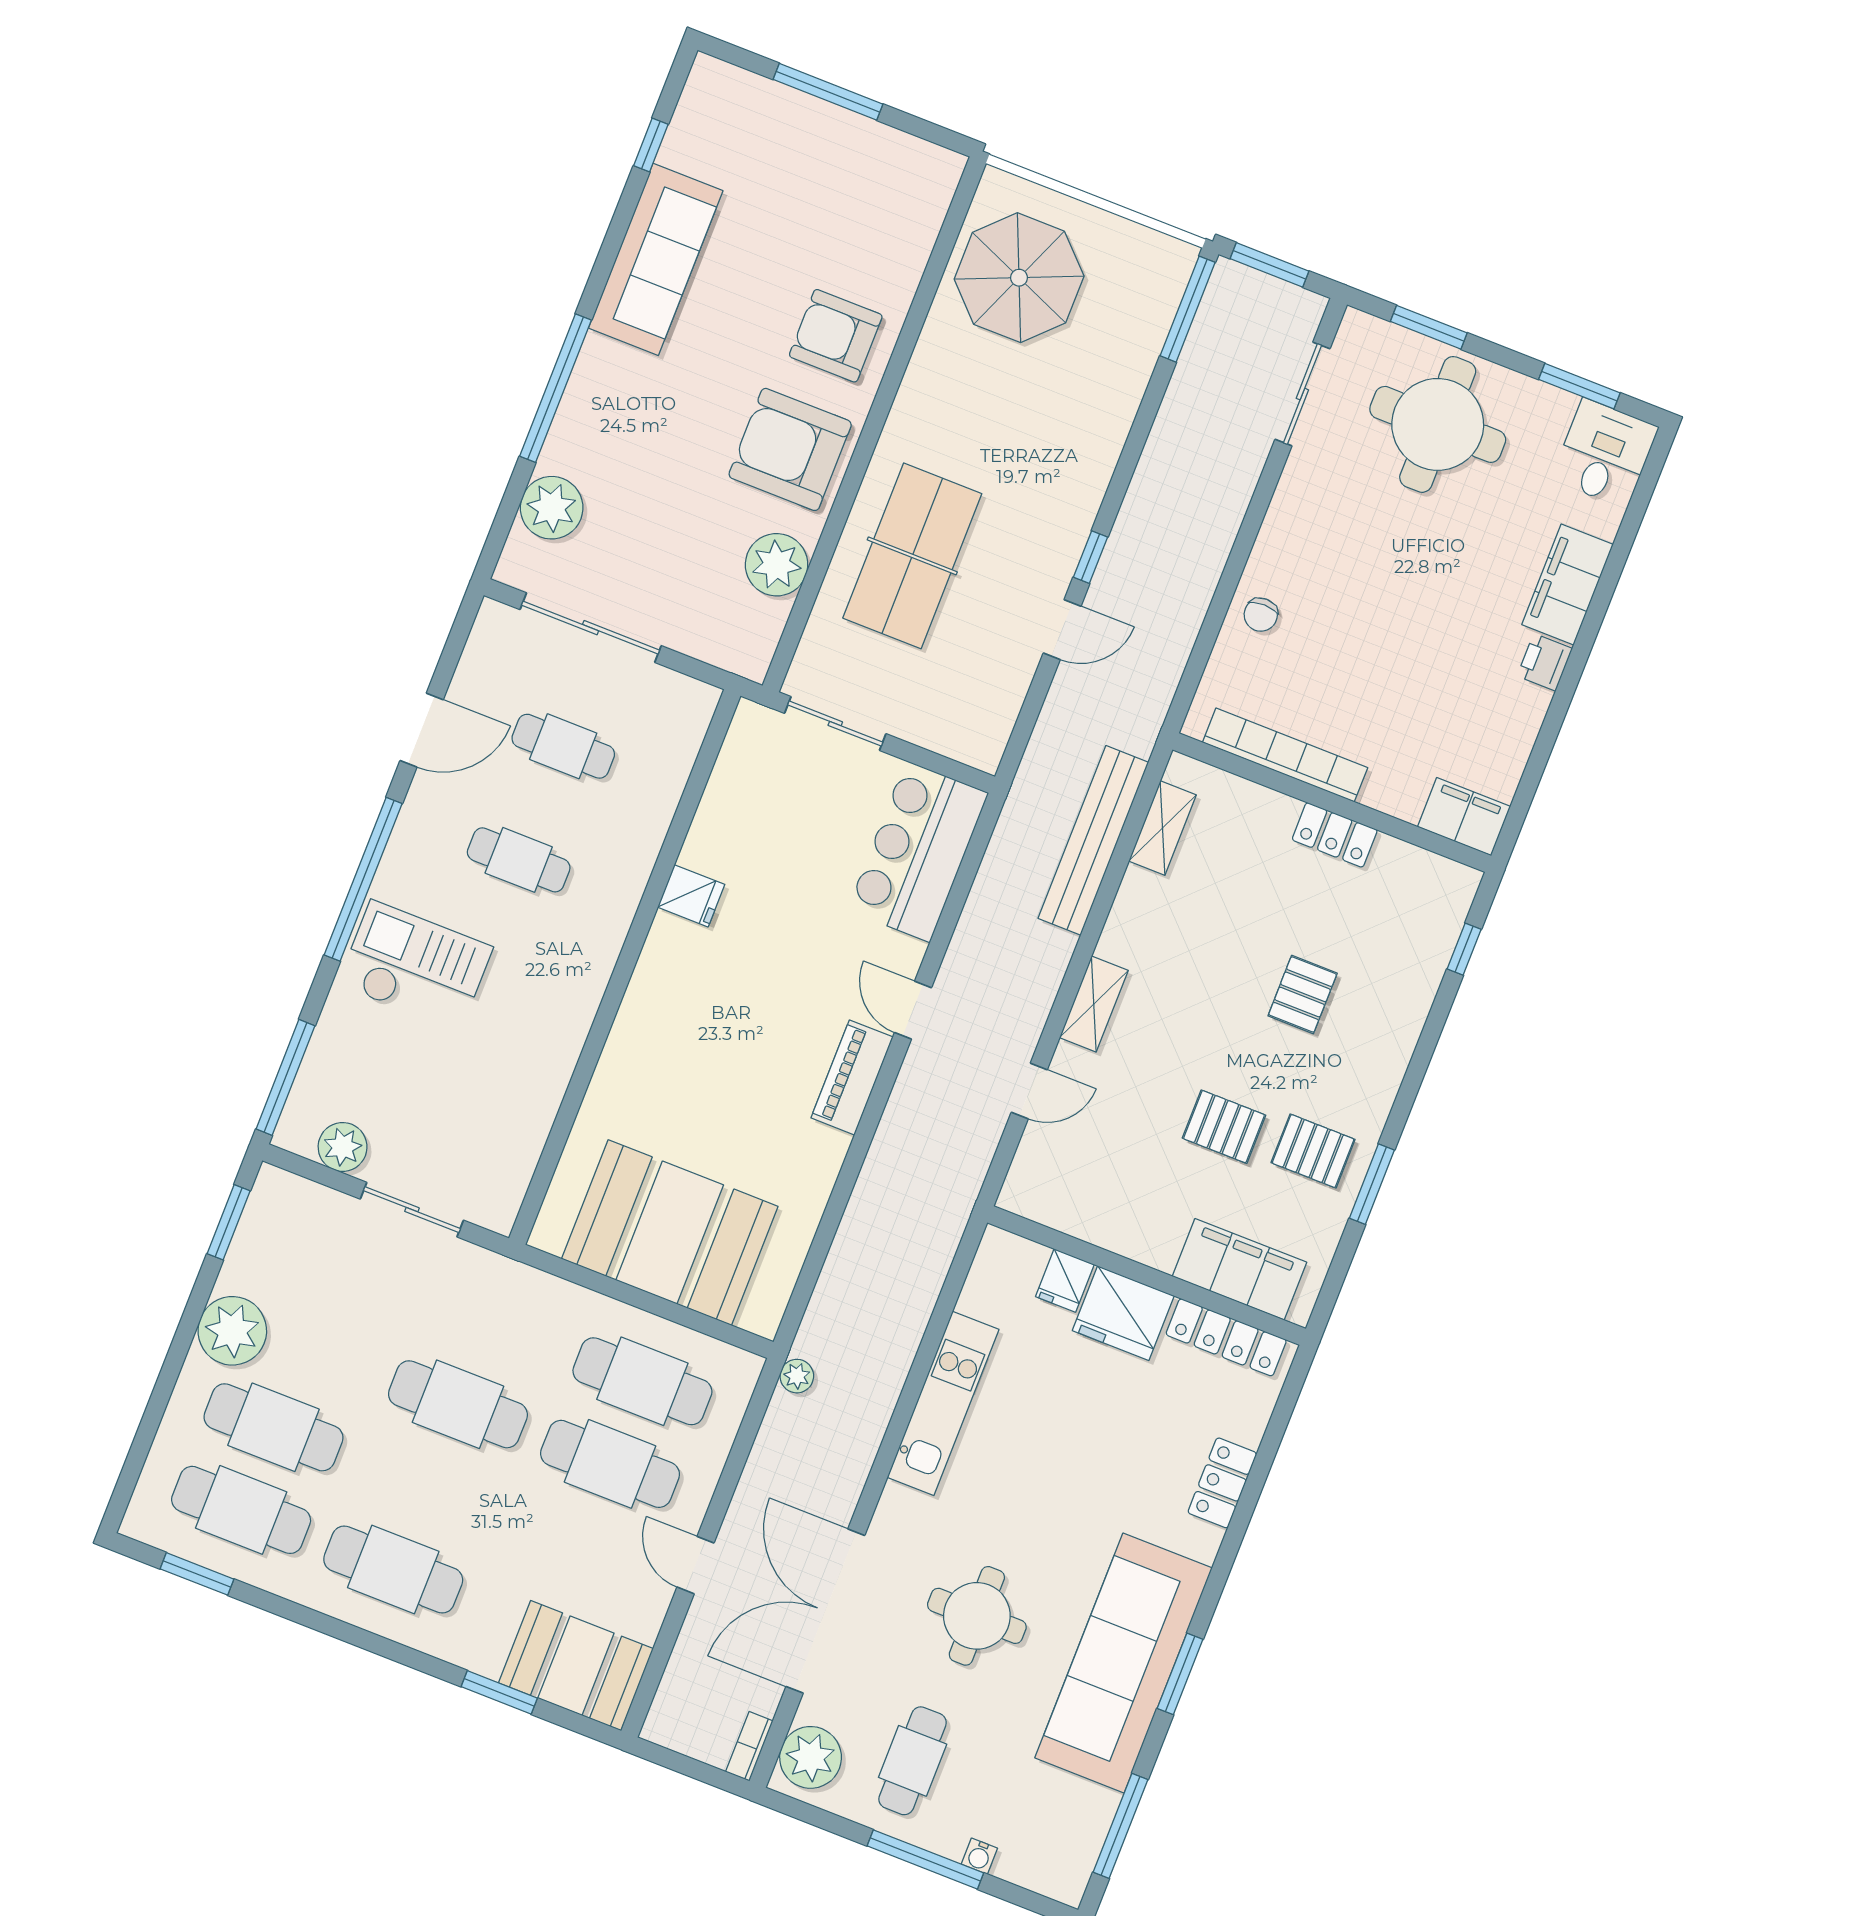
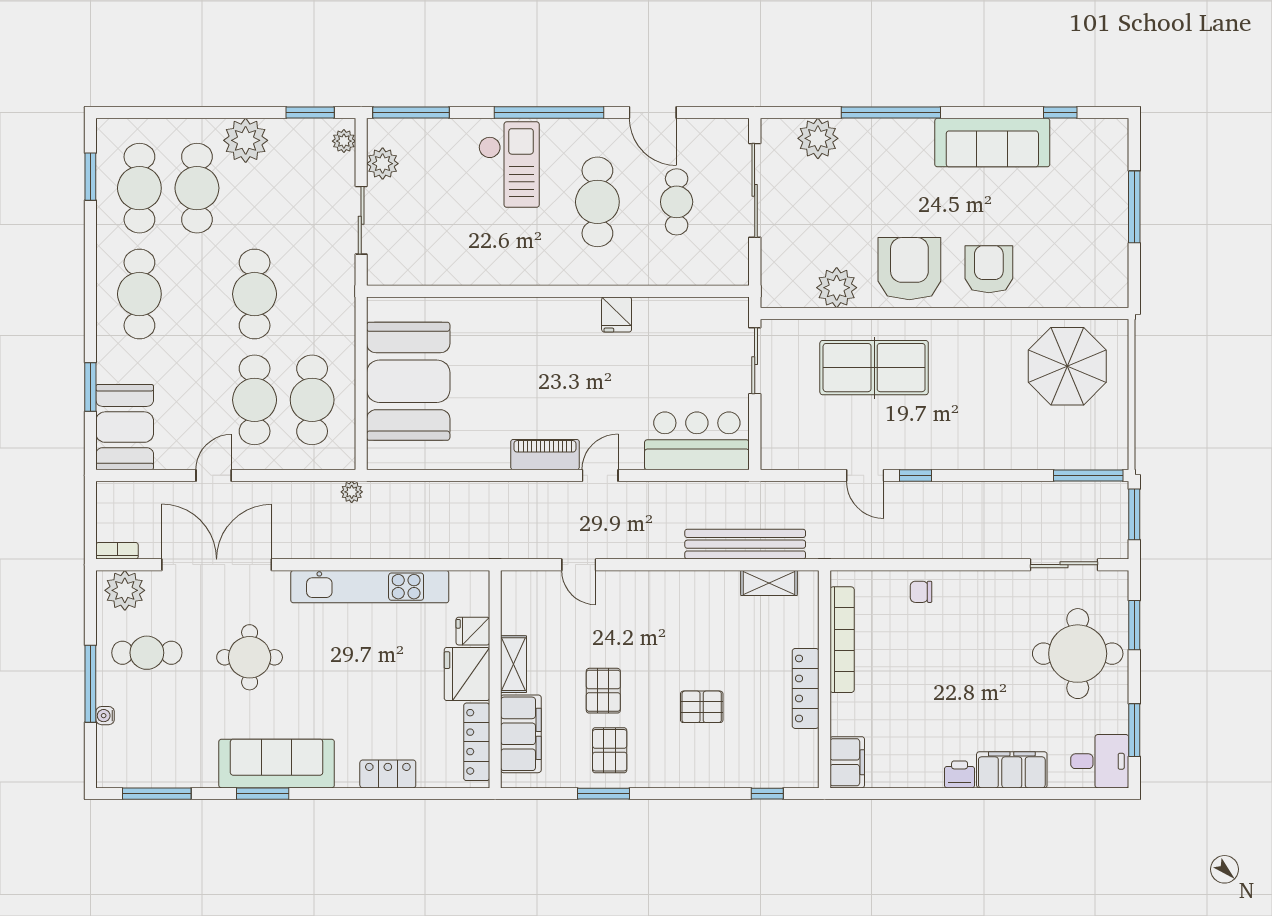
locker: (1335, 835) -> (806, 688), width x1.53
cafe table: (519, 860) -> (597, 202), width x1.37, depth x1.35
shelving: (1094, 1004) -> (514, 664), moved, turned 90
plant: (289, 1190) -> (344, 141), added
kitchen unit: (943, 1403) -> (370, 587), width x1.36
sofa: (1124, 1663) -> (277, 764), width x0.74, depth x0.79

